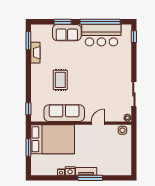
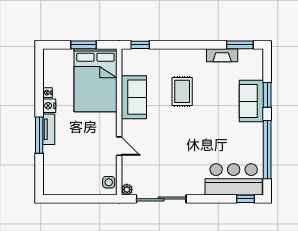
bar counter: (101, 35) -> (234, 179), moved, turned 90
rug: (60, 80) -> (182, 91), turned 90
sliding door: (134, 94) -> (161, 199), width x1.37
sofa: (64, 113) -> (134, 97), width x0.73

